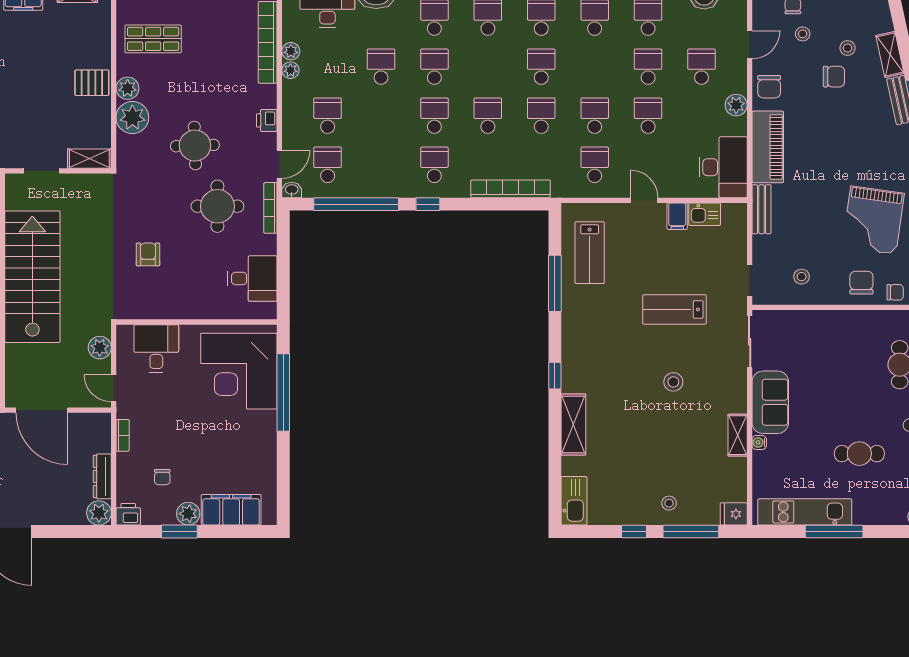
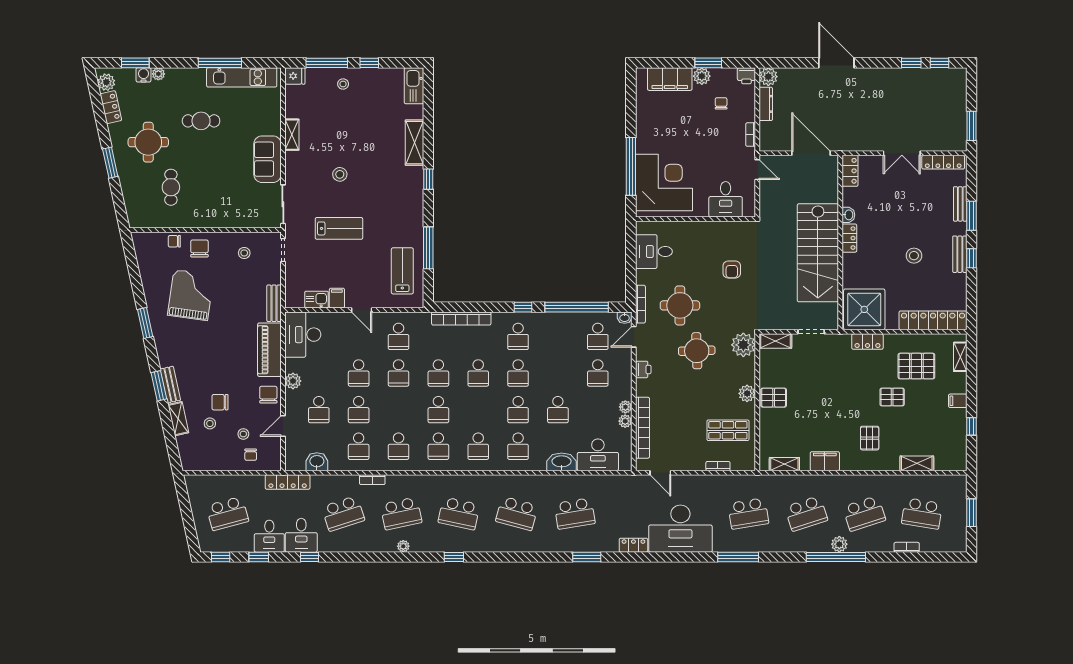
plant: (132, 118) -> (743, 345), moved
chair: (861, 283) -> (199, 248), turned 180
plant: (100, 348) -> (768, 200), removed
water cooler: (759, 442) -> (276, 129), removed

